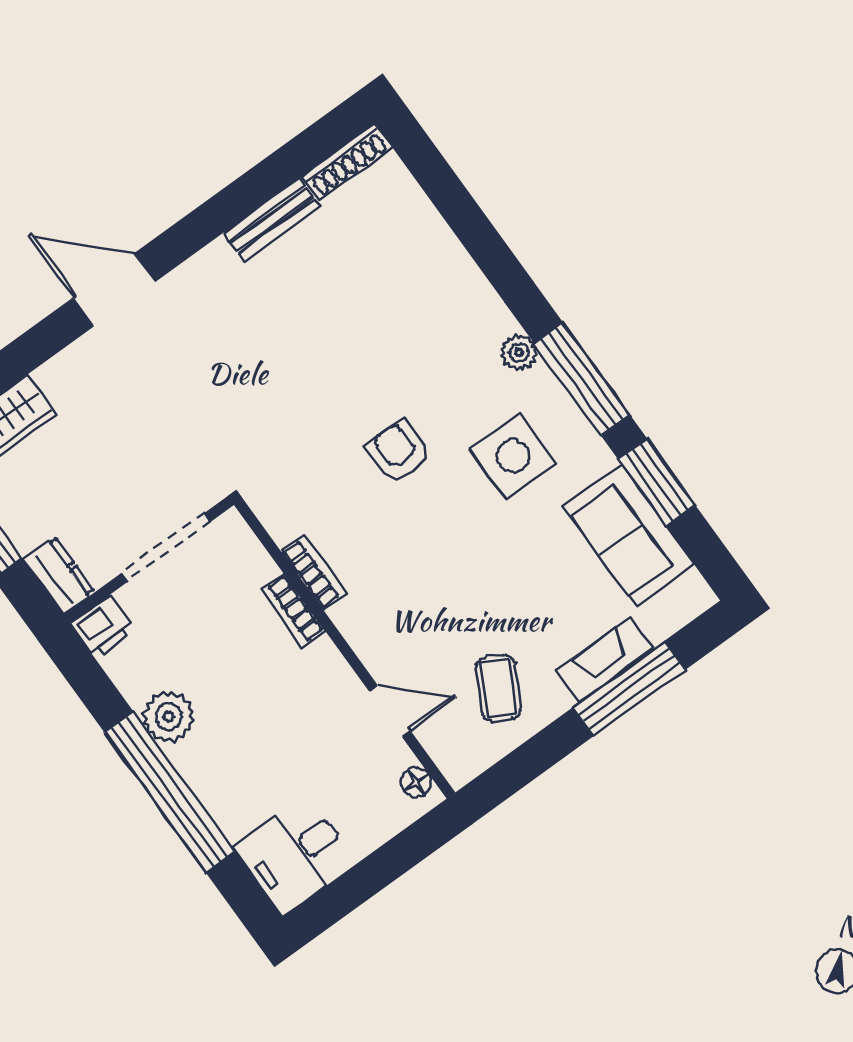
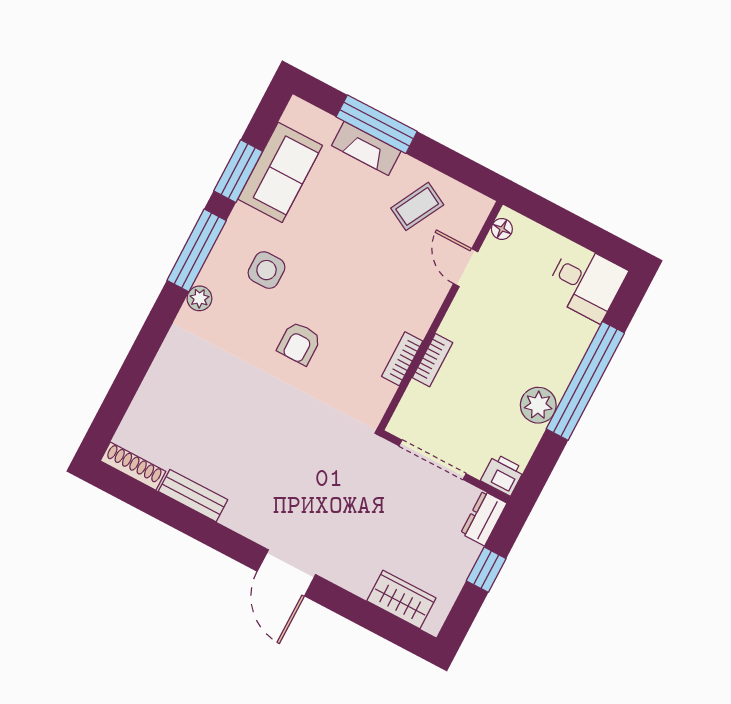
side table: (513, 456) -> (267, 270), width x0.73, depth x0.73

